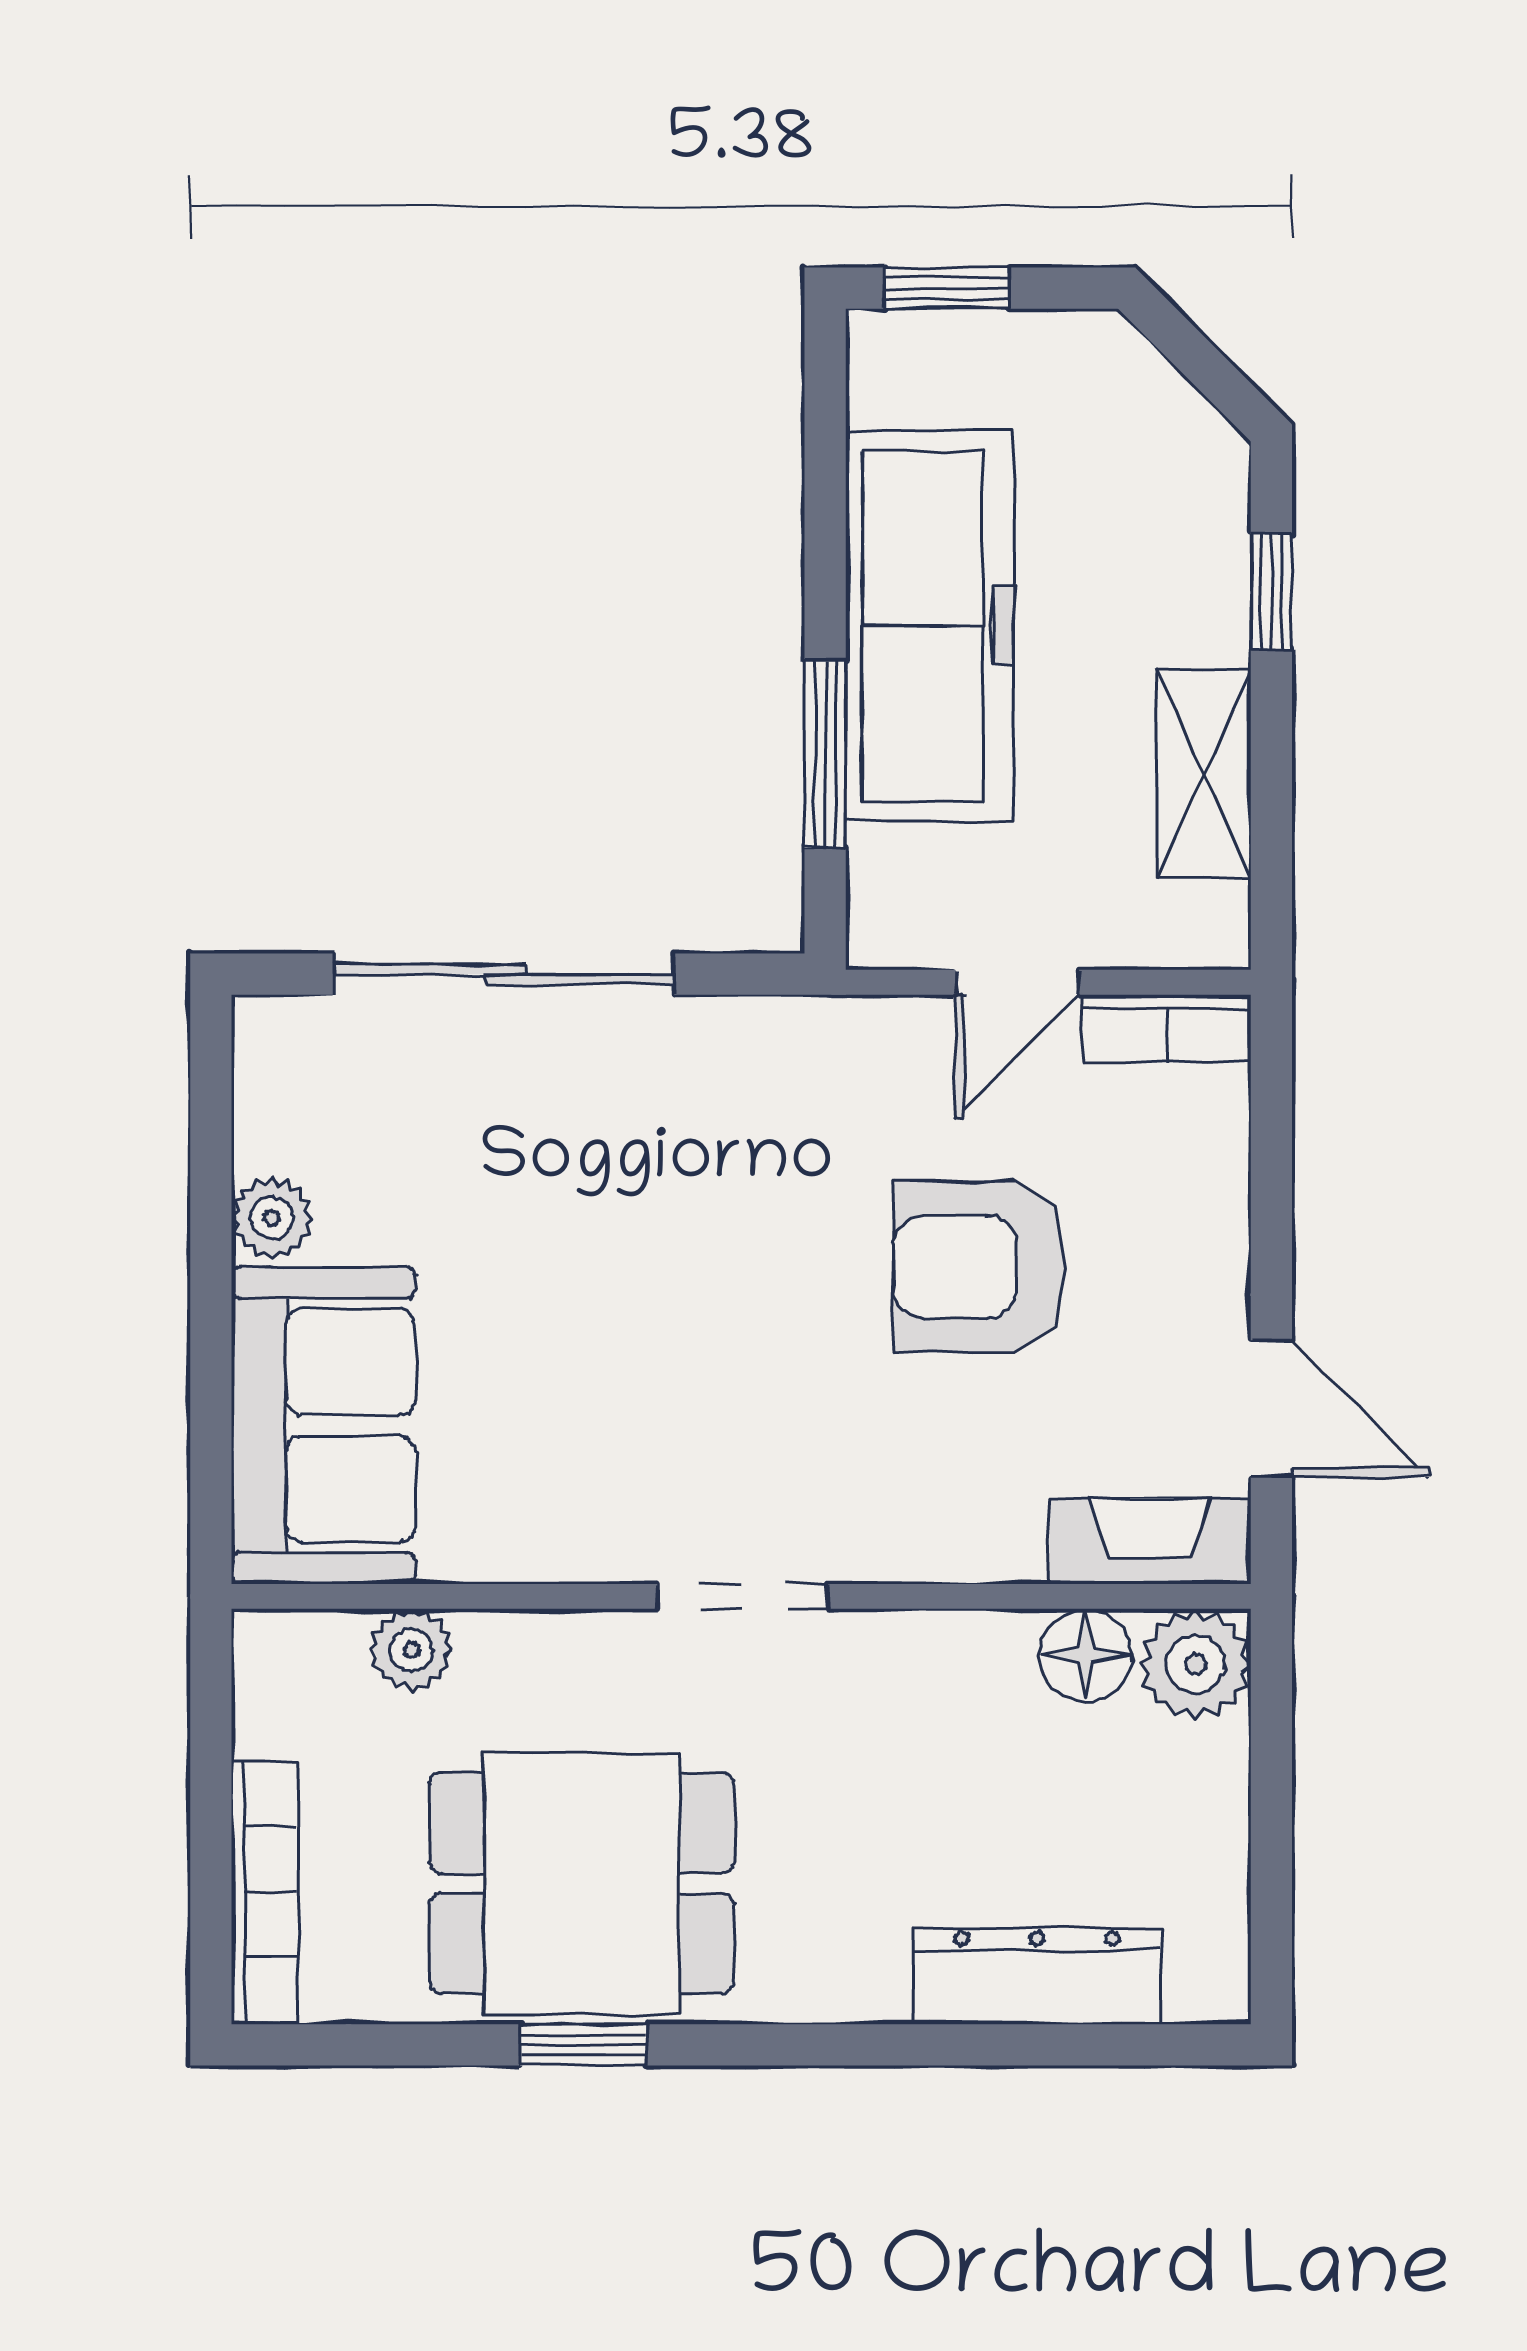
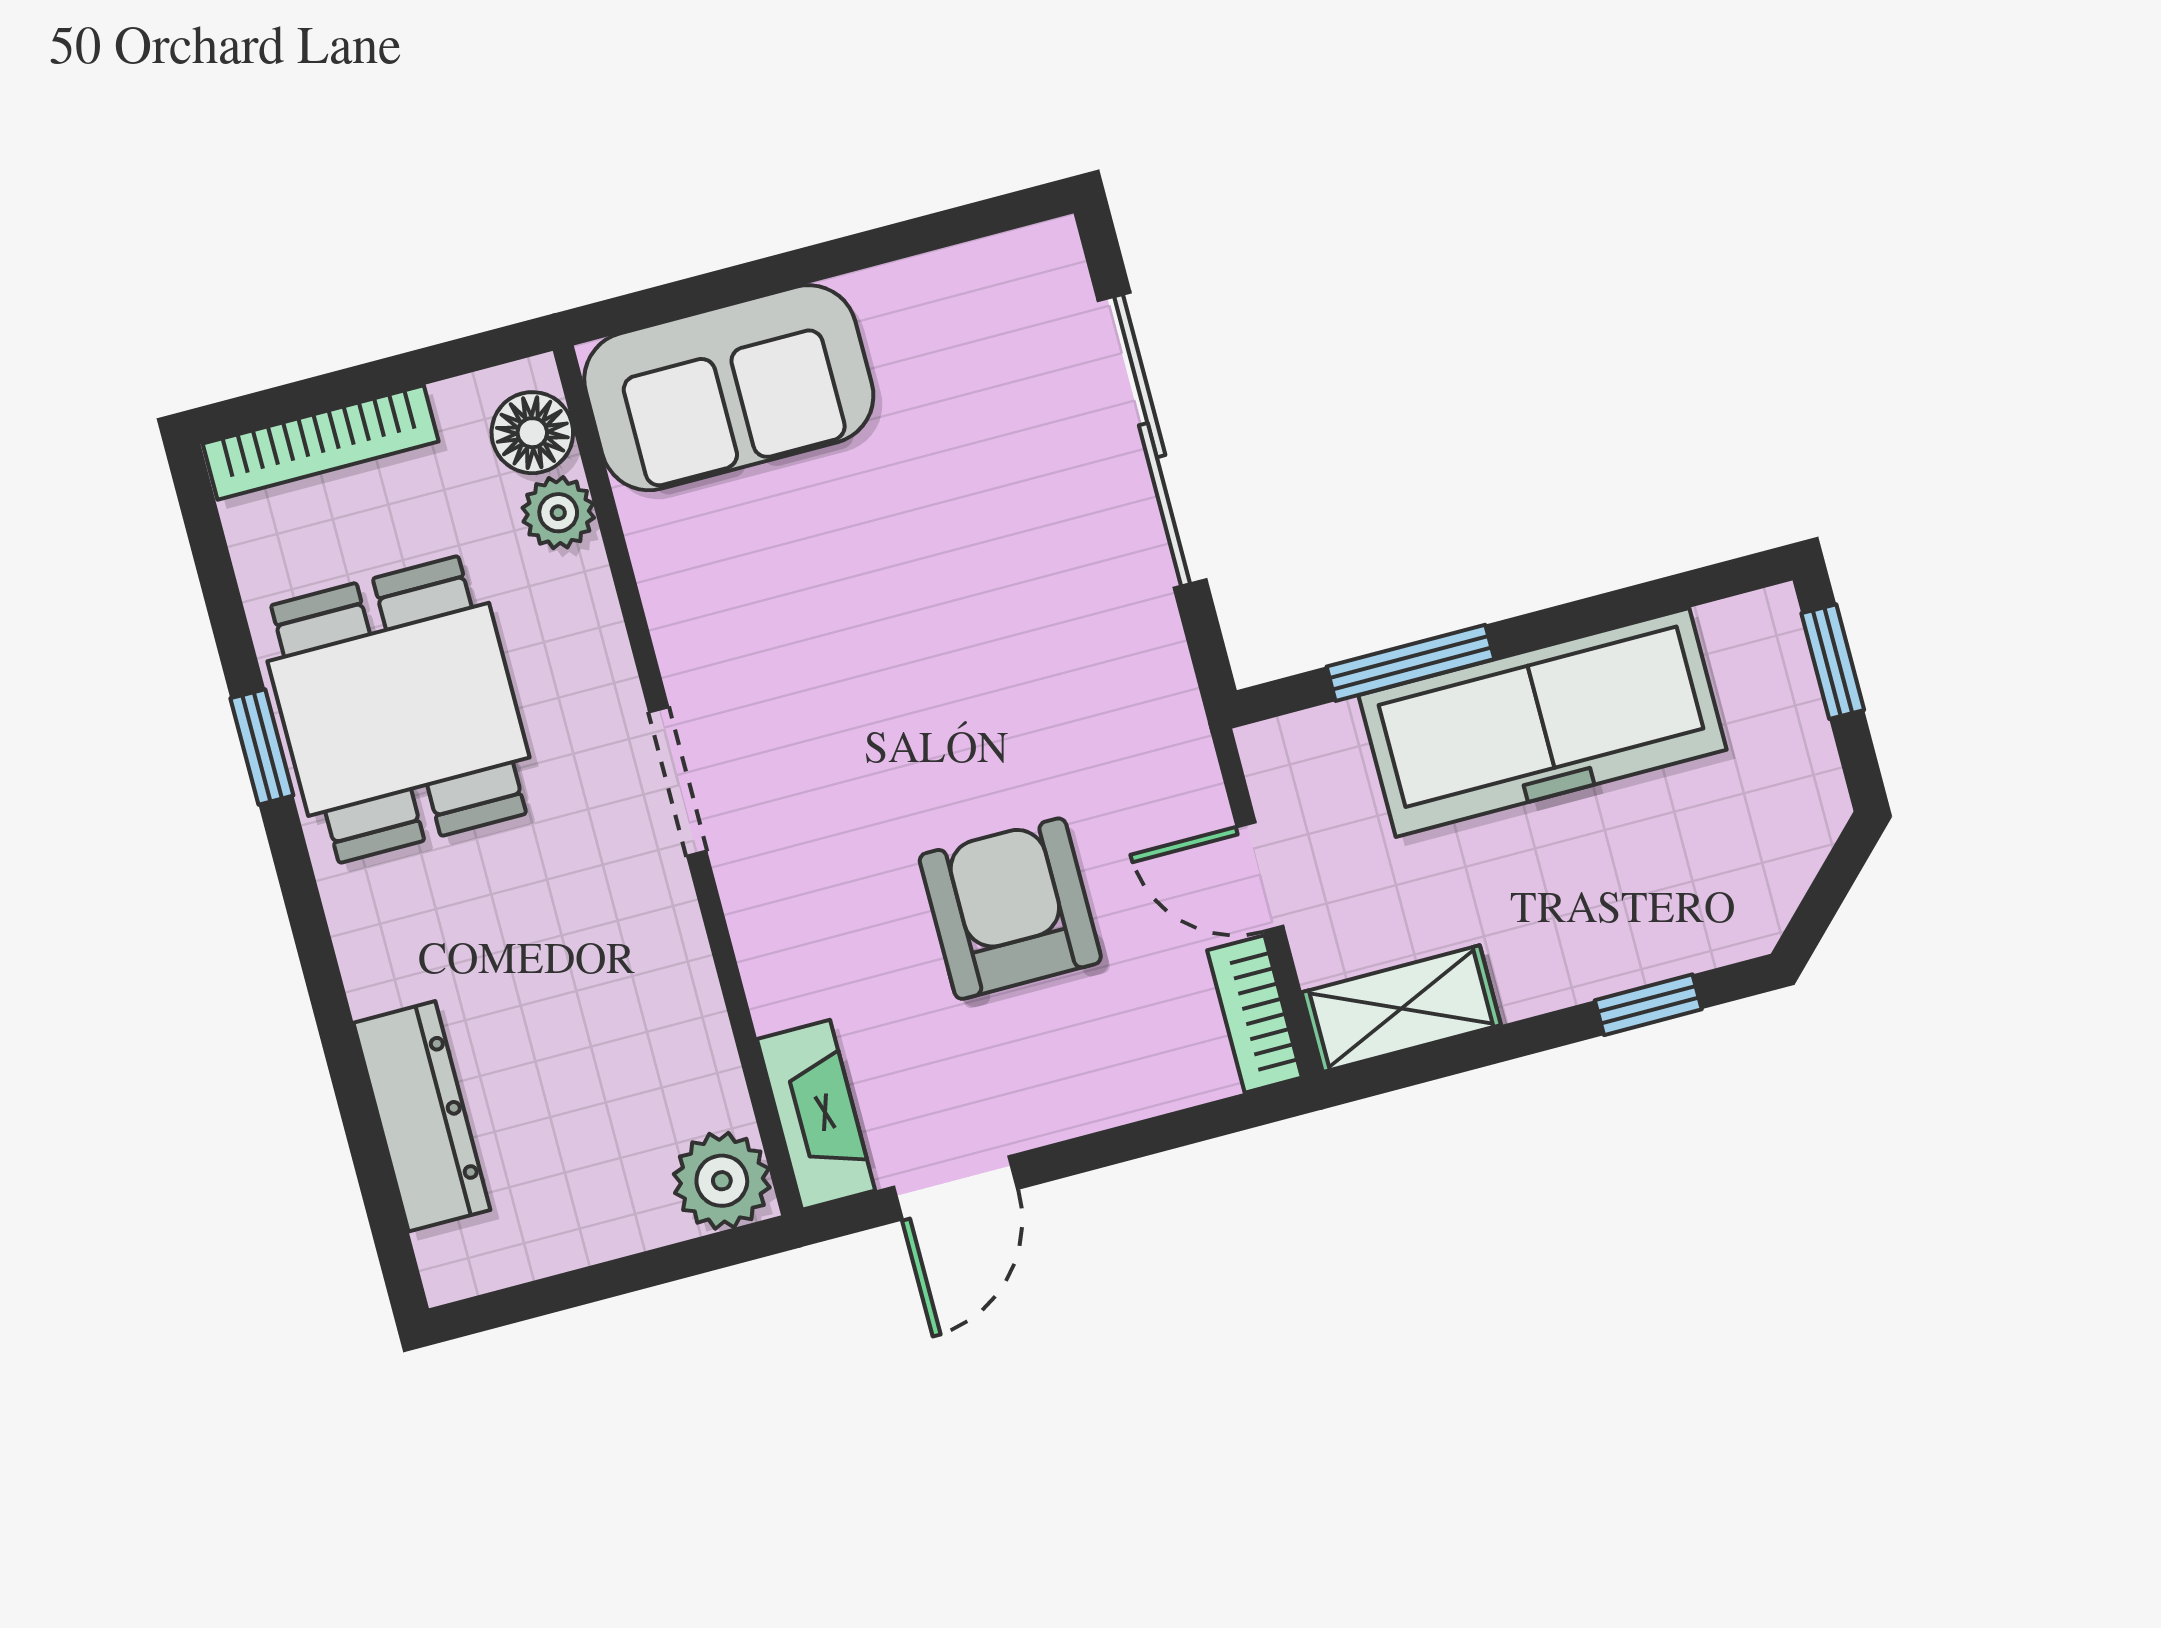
shelving: (1204, 774) -> (1401, 1009), moved
plant: (272, 1218) -> (893, 298), removed
floor lamp: (1085, 1655) -> (532, 433), moved

